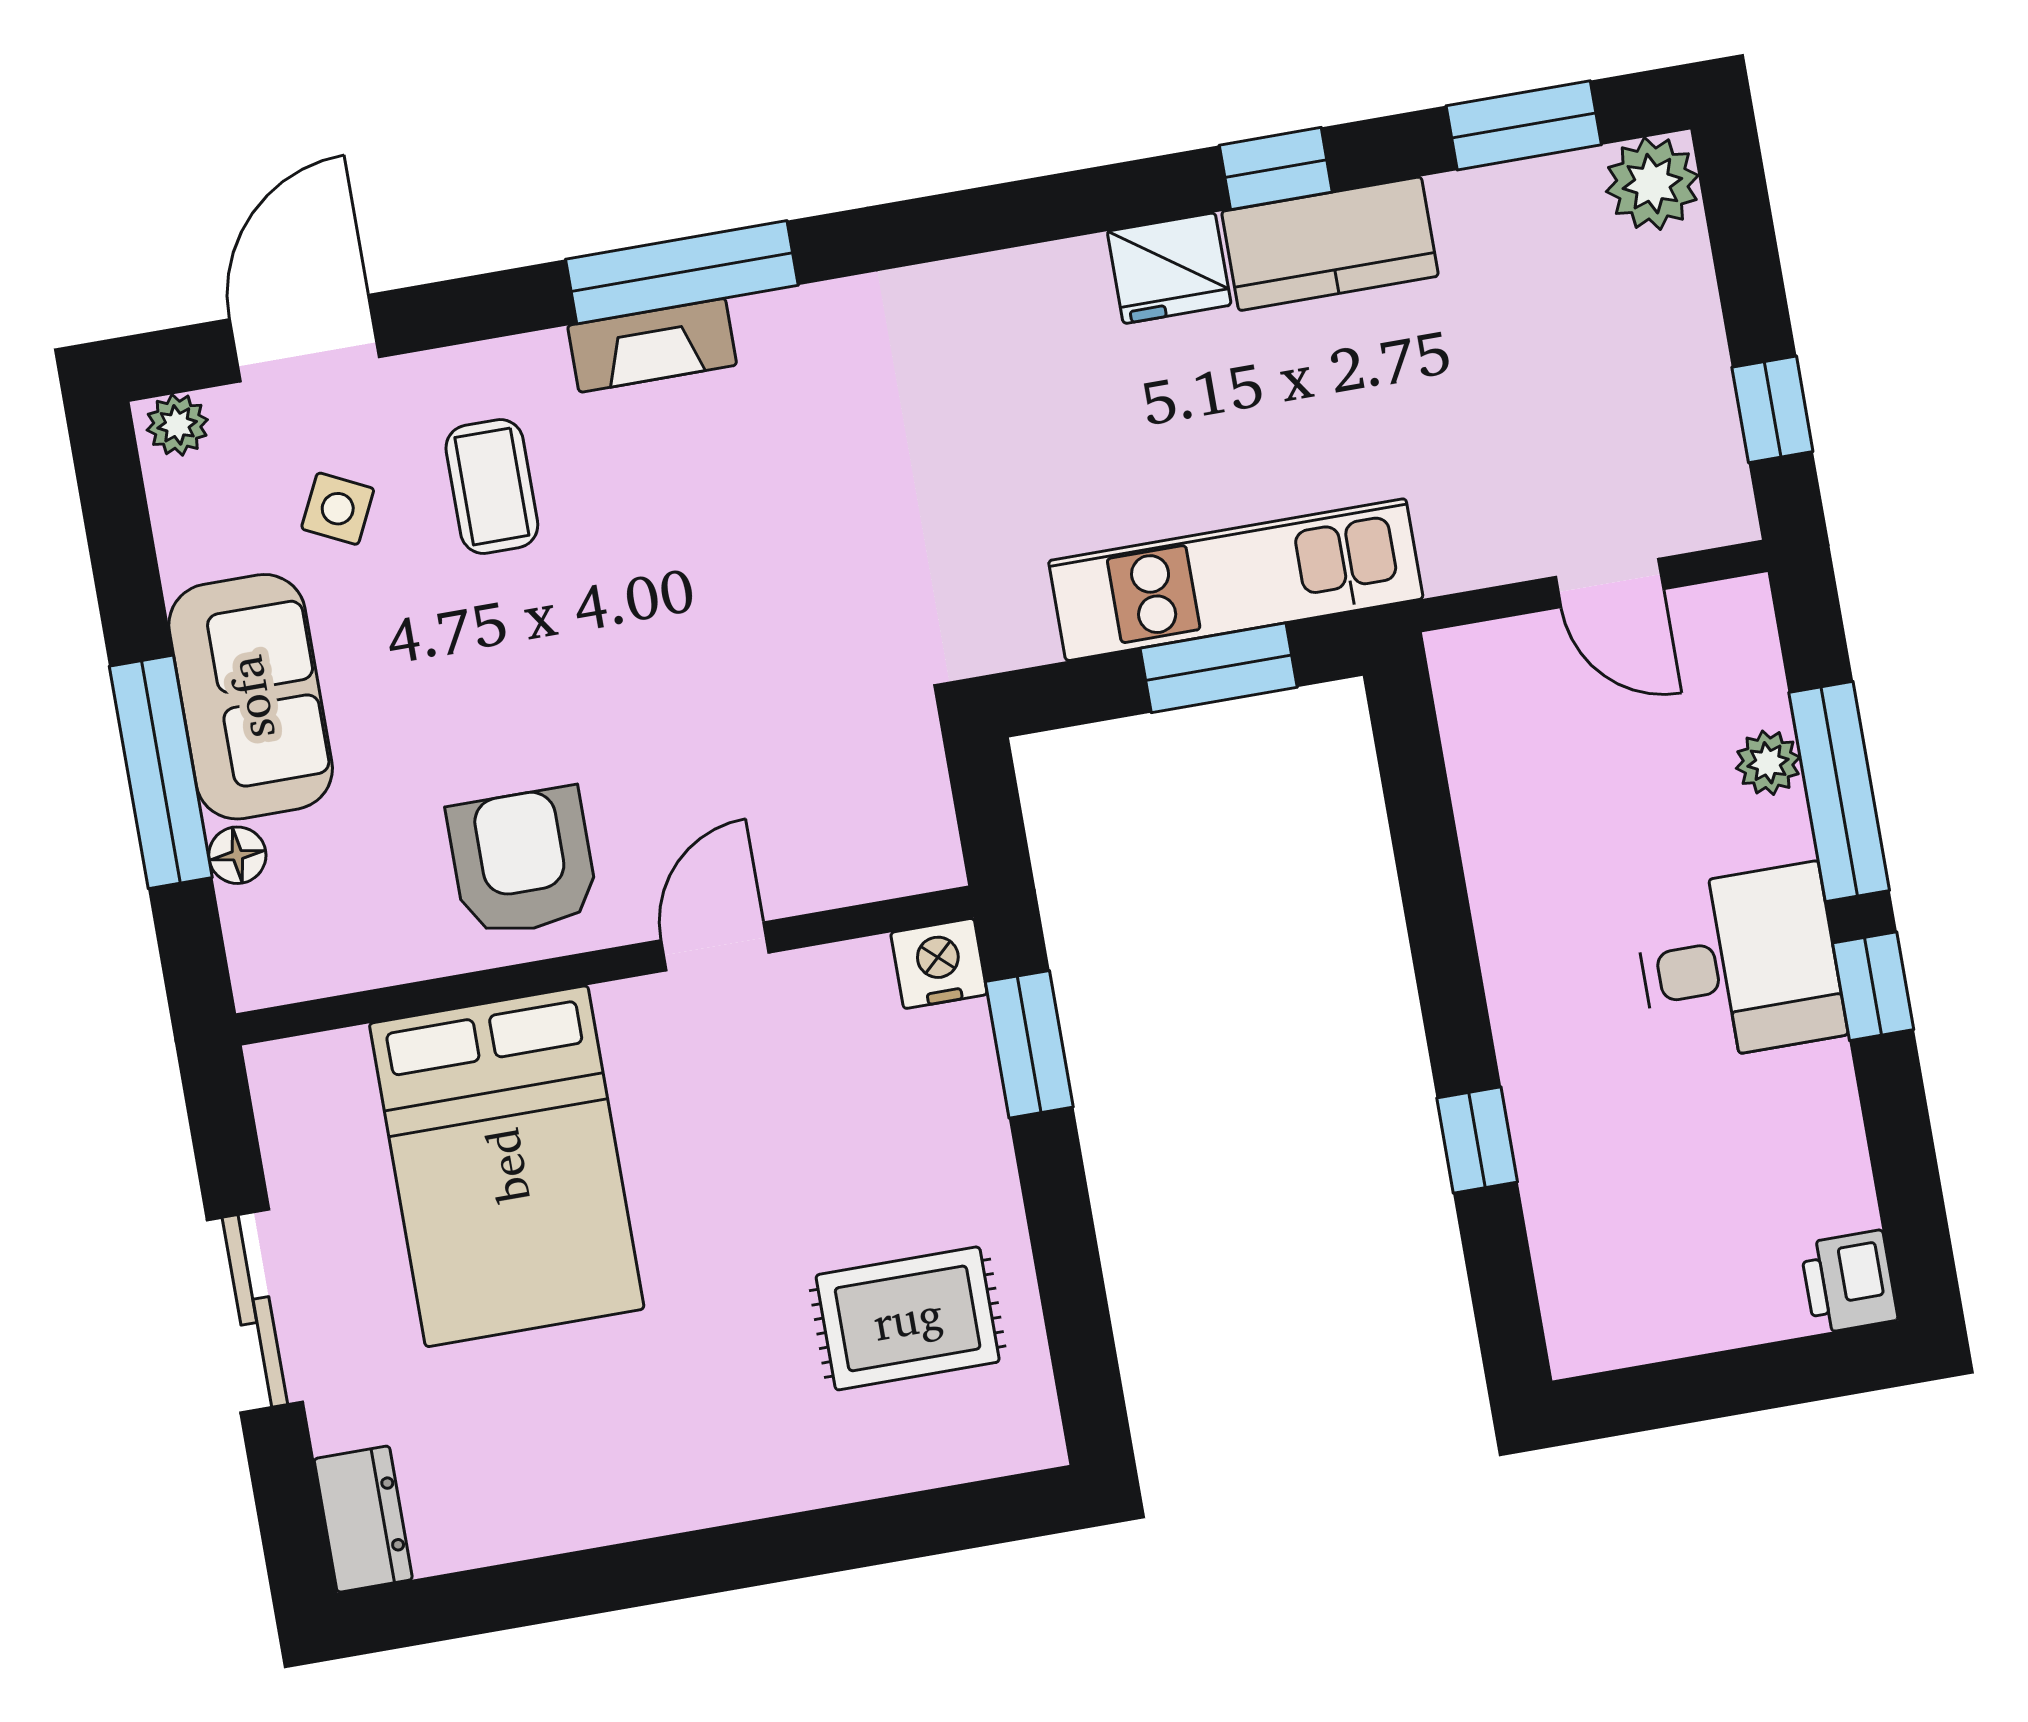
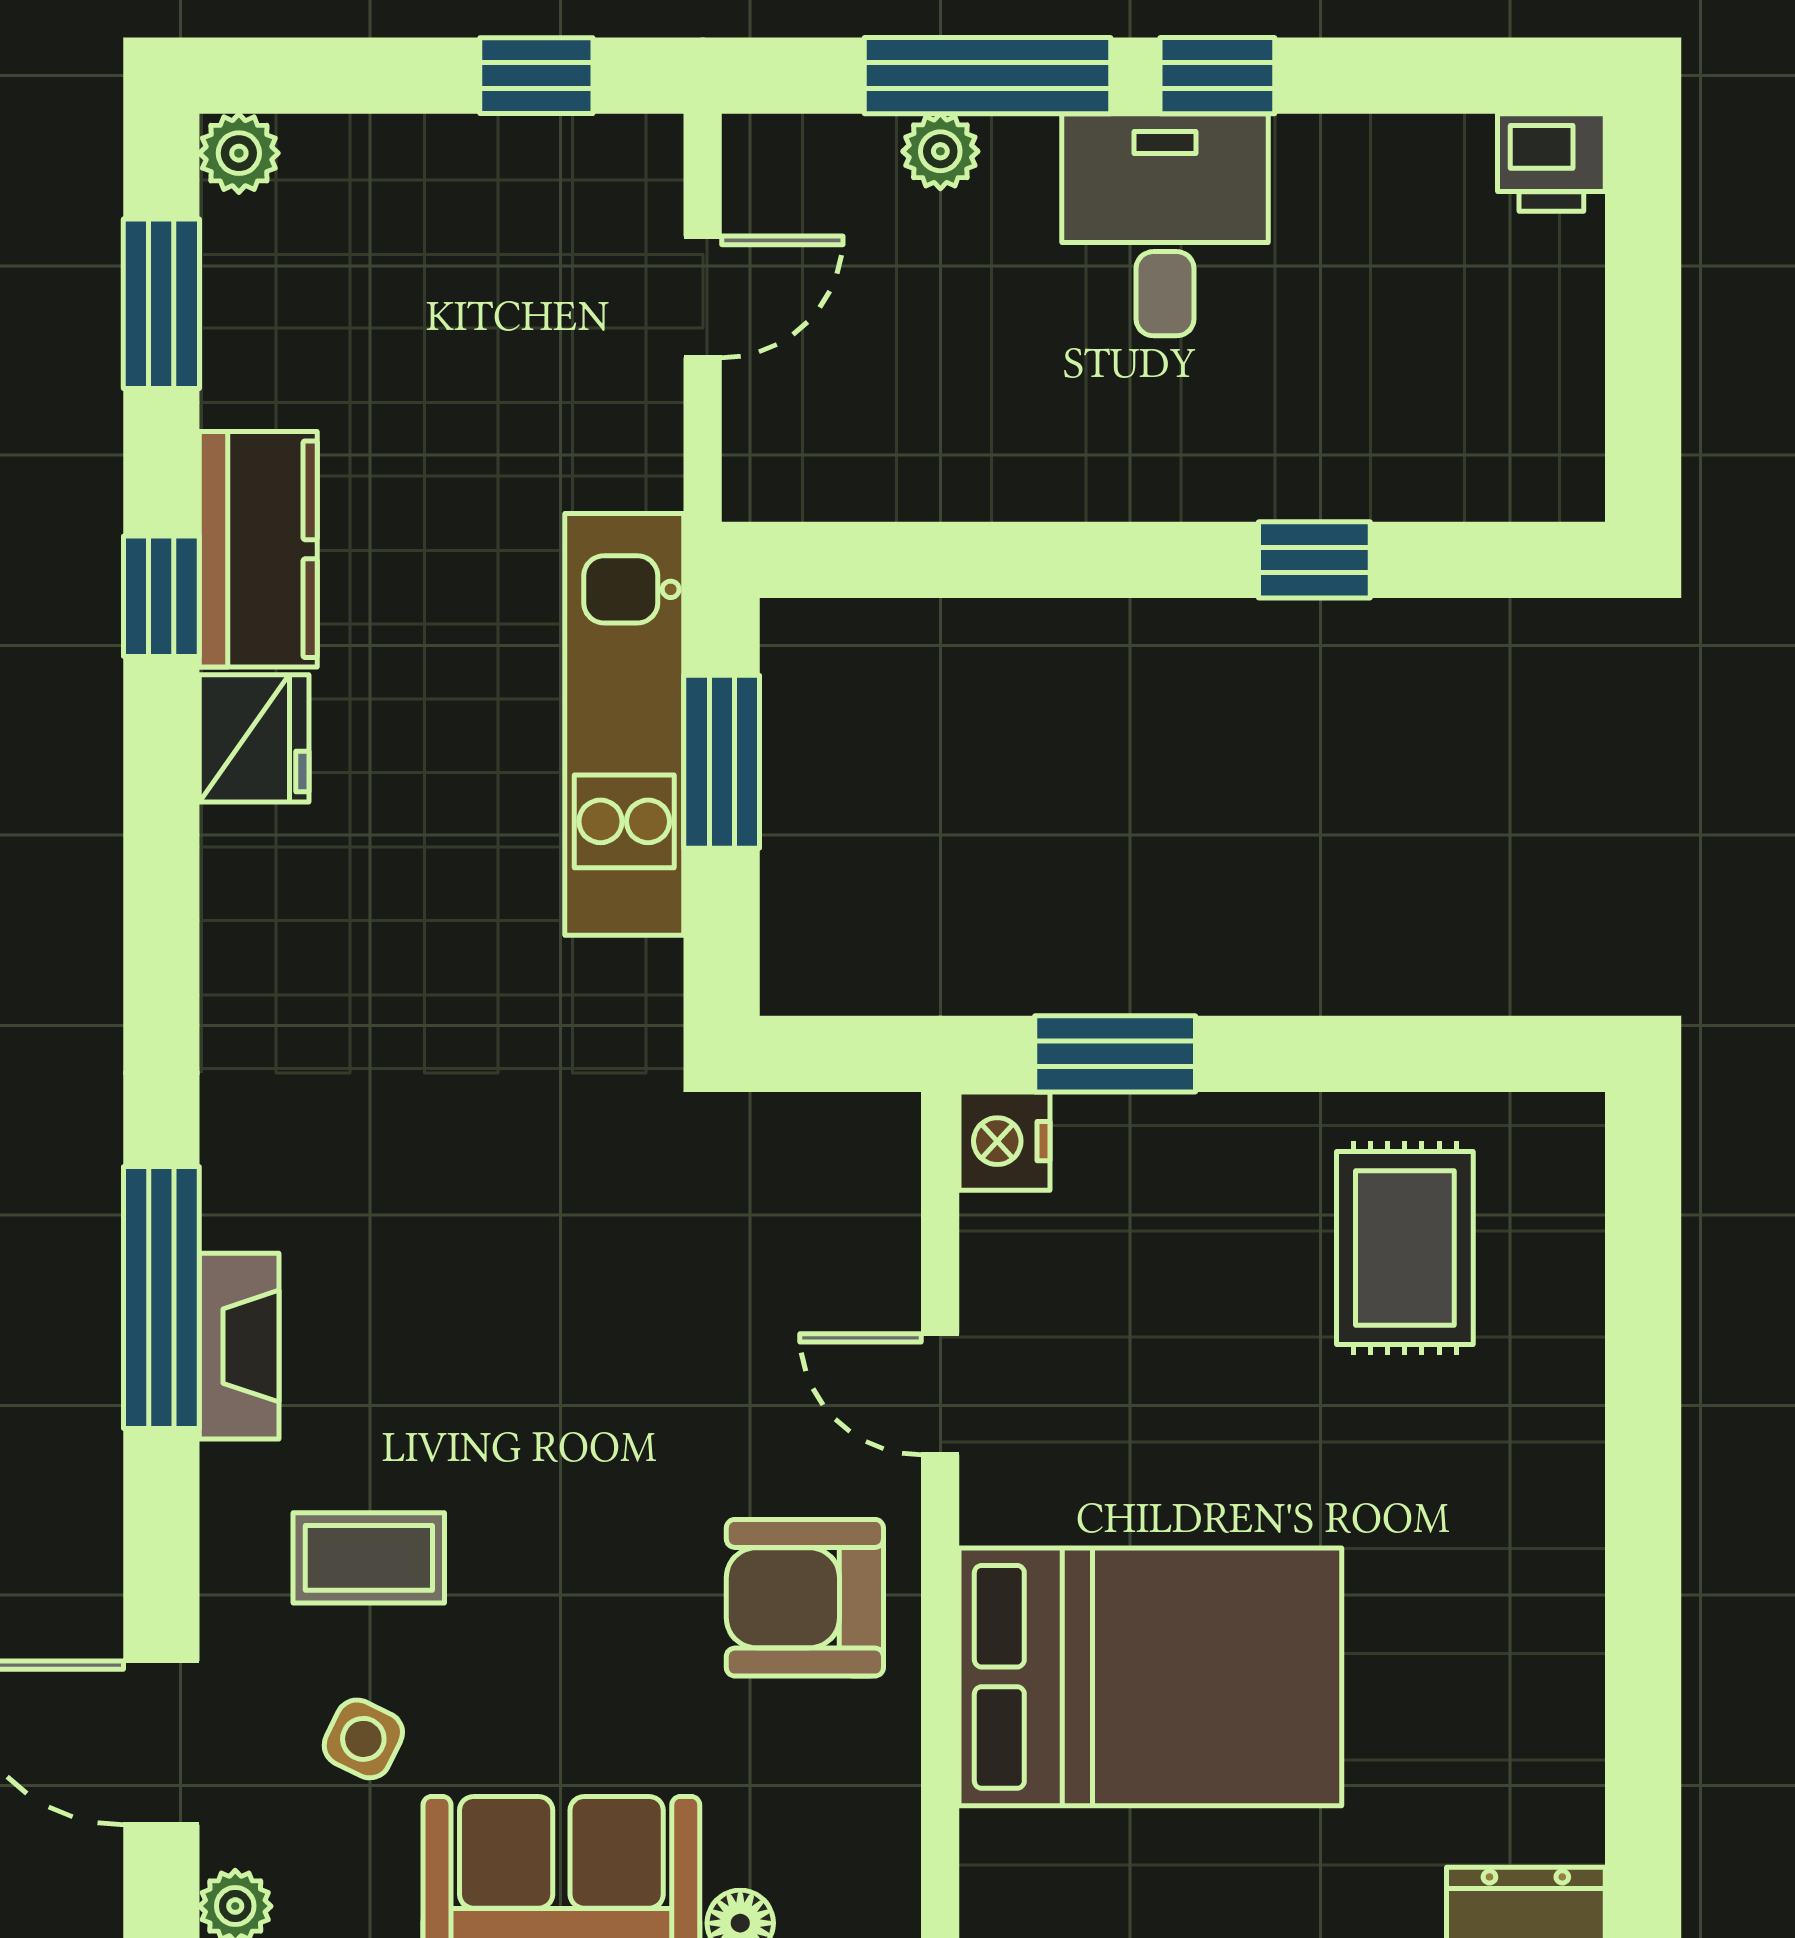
plant: (1652, 184) -> (239, 153), width x0.73, depth x0.73

